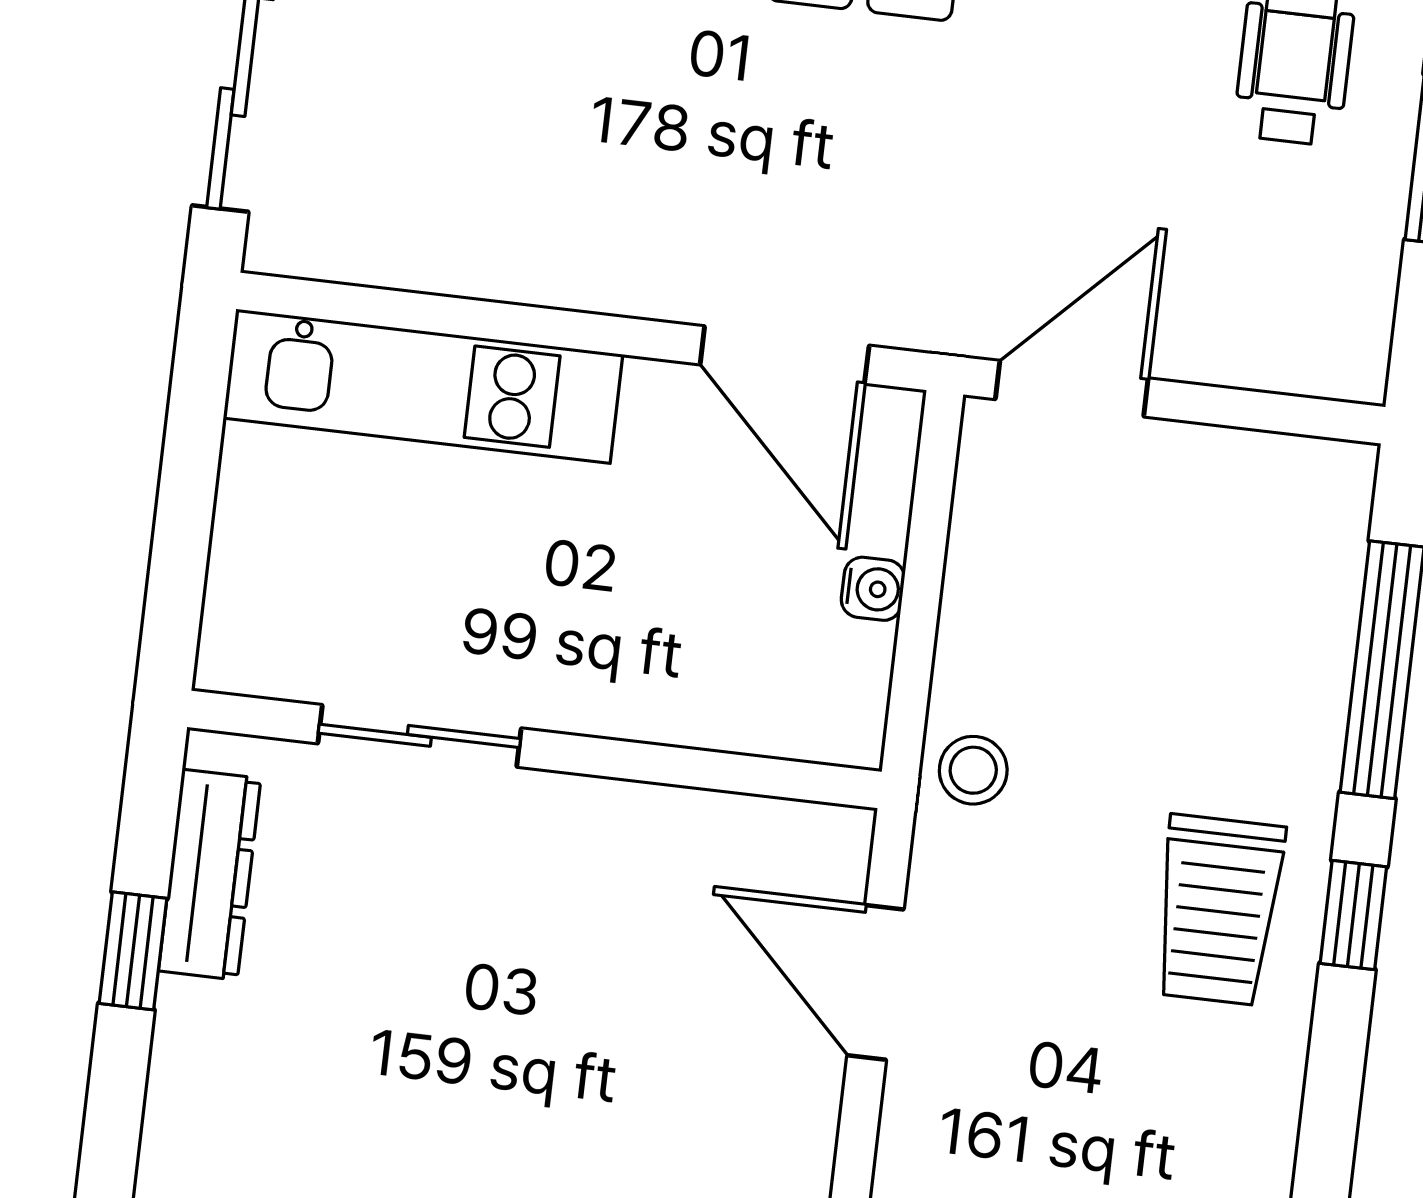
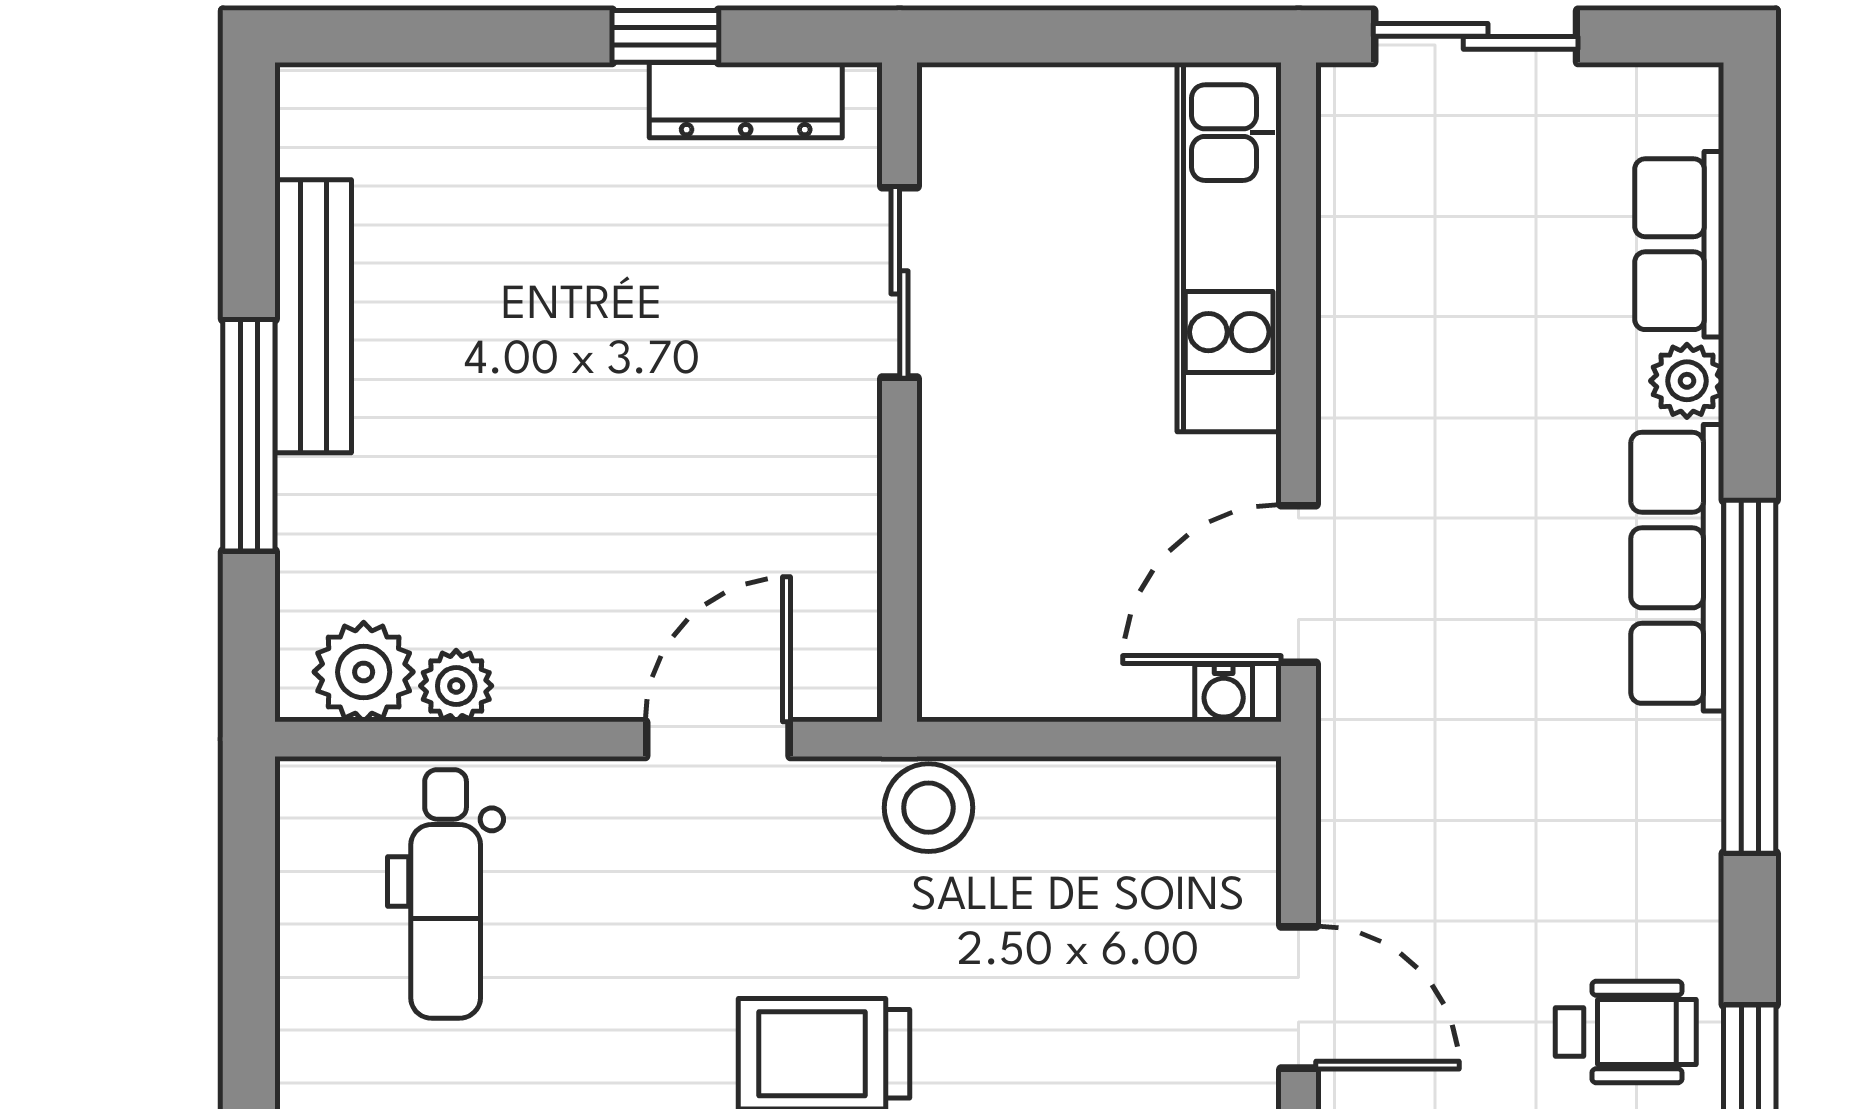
door: (1072, 389) -> (1299, 997), moved
water cooler: (873, 589) -> (1224, 693), moved
stool: (973, 770) -> (928, 808), width x1.37, depth x1.37

